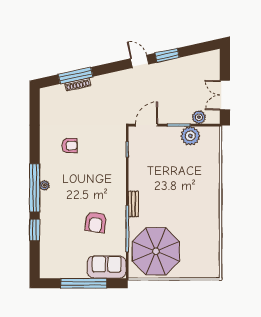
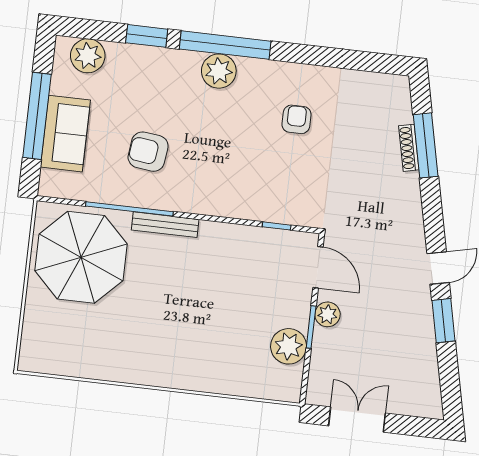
plant: (199, 117) -> (327, 314), moved
armchair: (70, 146) -> (296, 119), turned 180
plant: (44, 185) -> (219, 71), width x1.88, depth x1.88
bench: (133, 204) -> (165, 225), width x1.36
plant: (49, 260) -> (88, 56), added
sofa: (107, 267) -> (65, 134), moved

